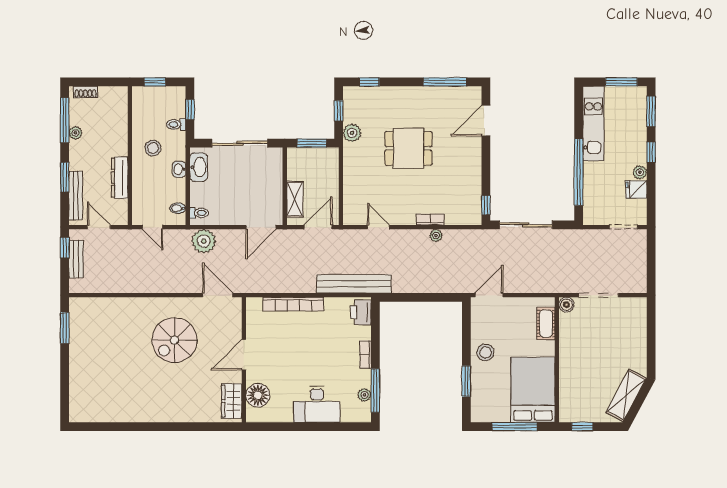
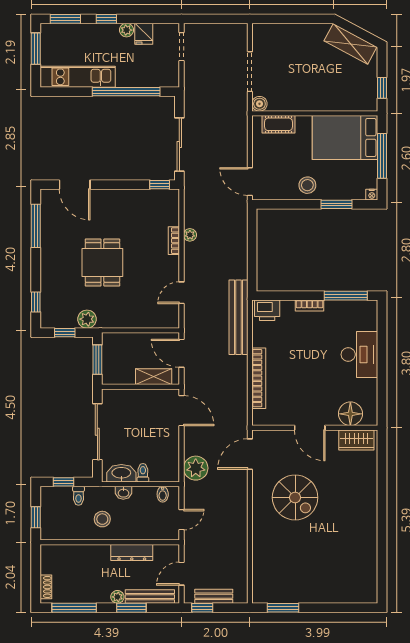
plant: (75, 133) -> (117, 597), moved
toilet: (199, 213) -> (143, 473), moved
plant: (364, 395) -> (350, 307), removed
nightstand: (476, 417) -> (372, 195), added

